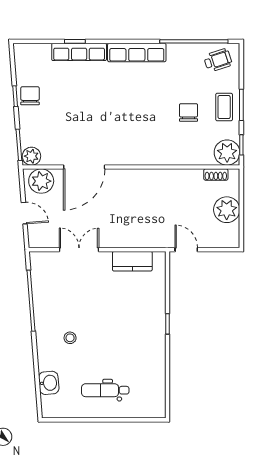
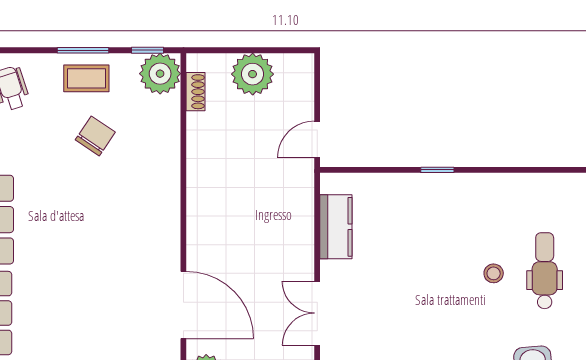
chair: (189, 113) -> (95, 136), turned 124
stool: (70, 338) -> (494, 273), moved
dental chair: (105, 390) -> (545, 271), turned 180

